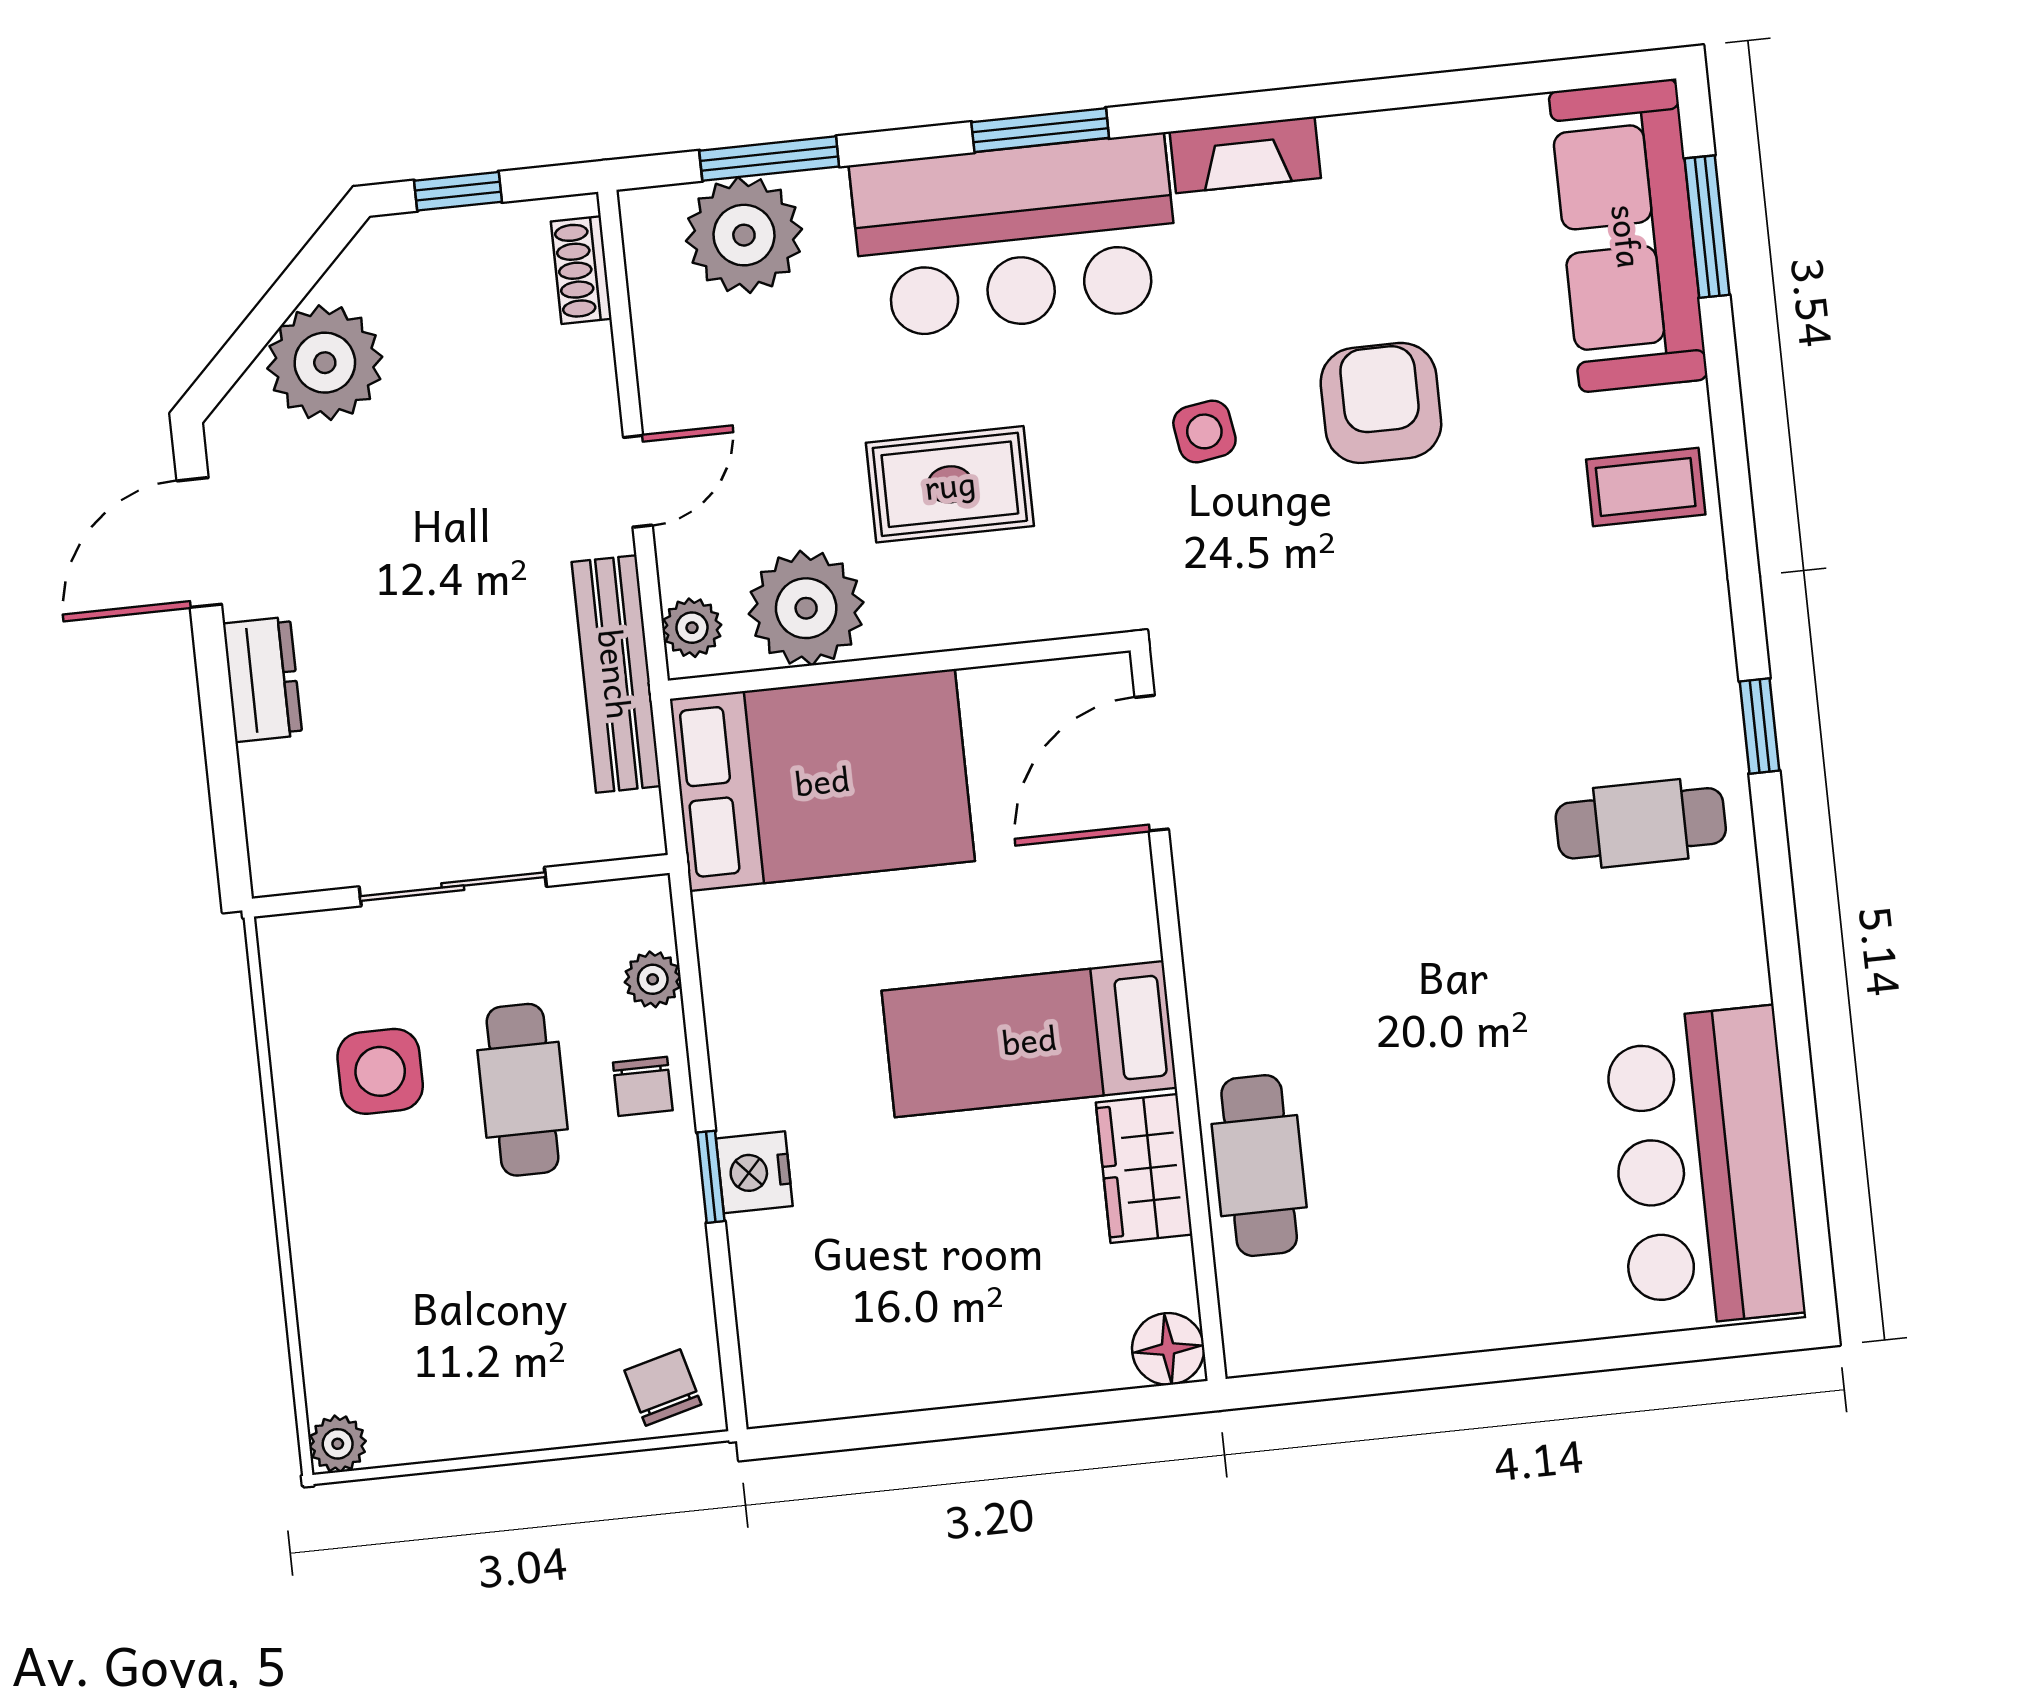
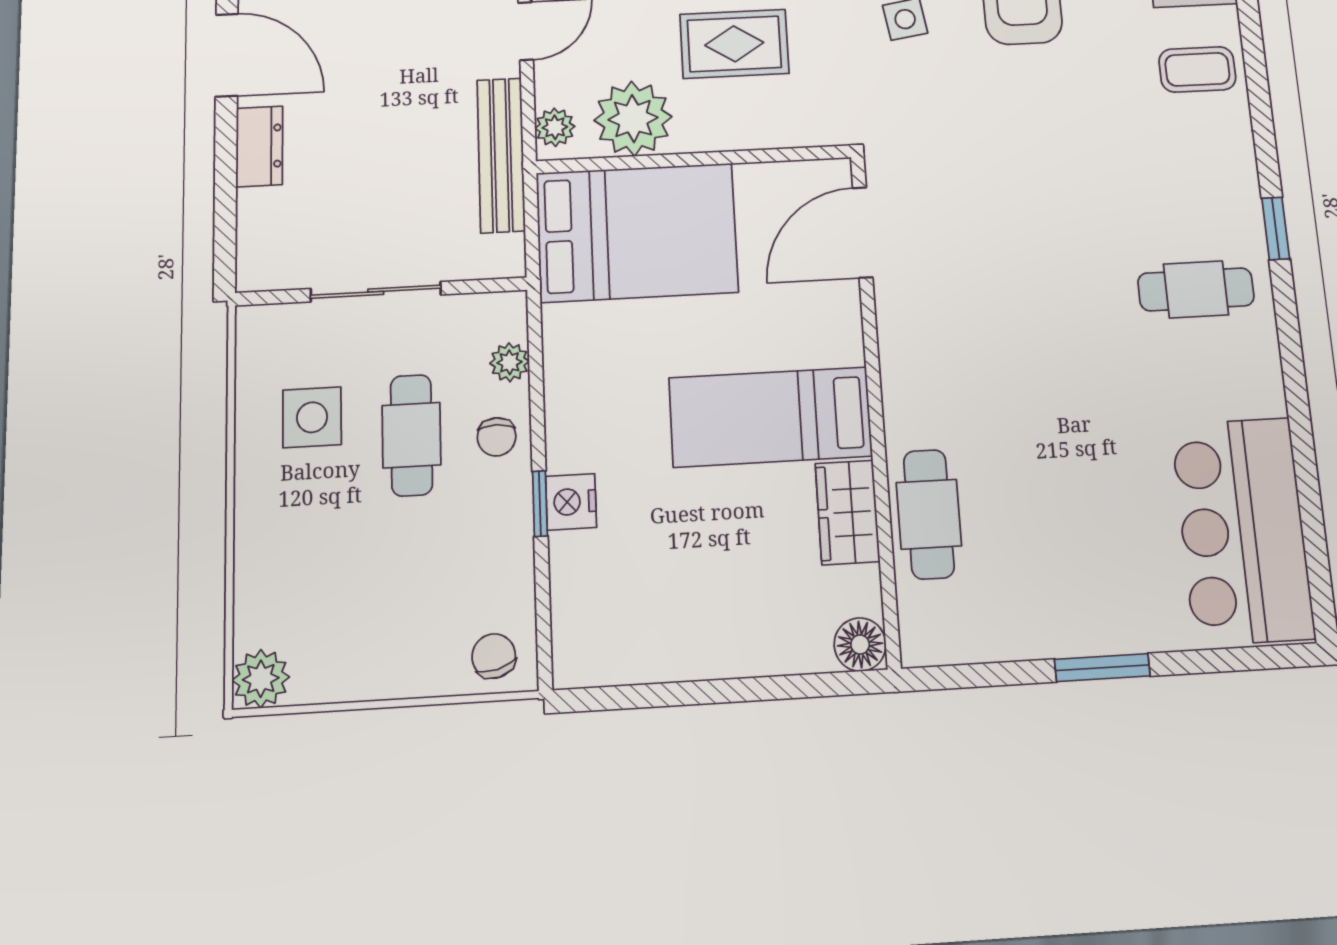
door: (199, 543) -> (227, 55), swing flipped
window: (1506, 1365) -> (1102, 668), added
plant: (338, 1444) -> (261, 679), width x1.38, depth x1.38

